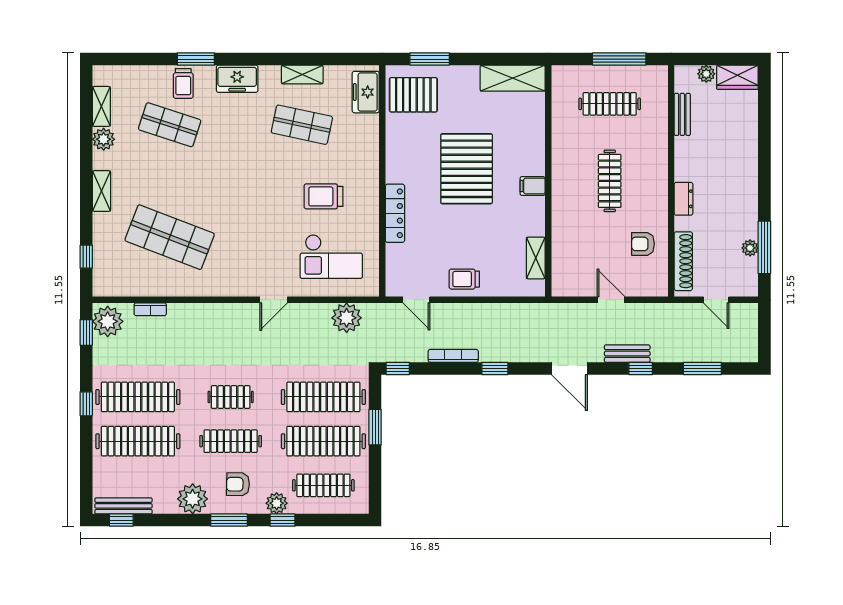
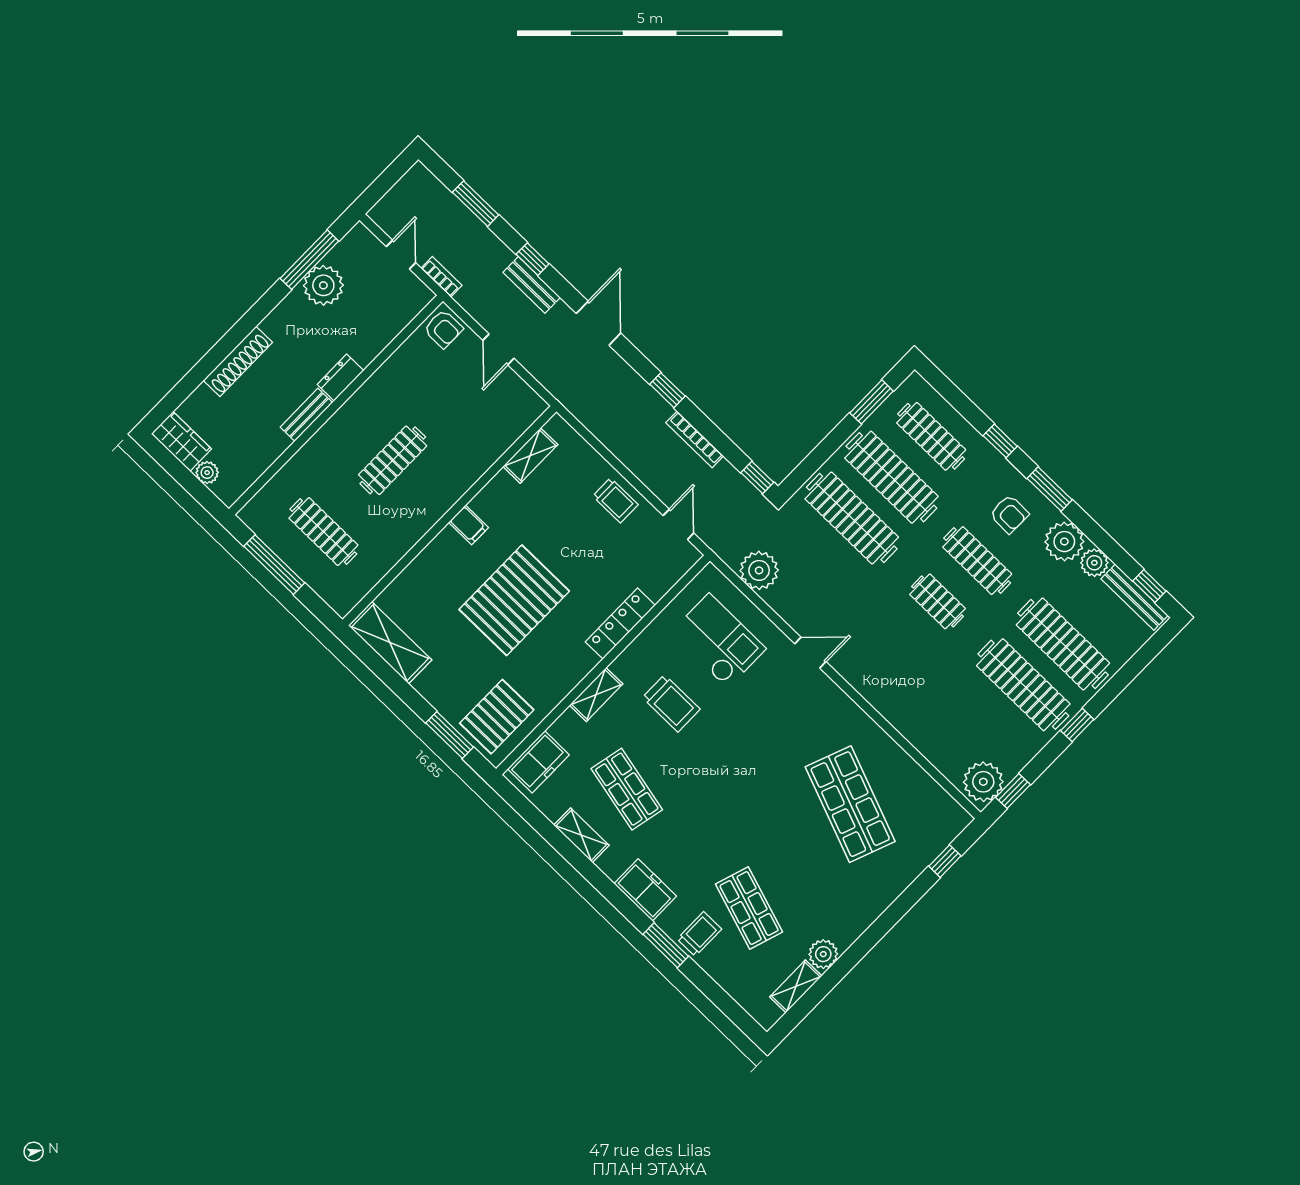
pallet: (413, 95) -> (497, 717), turned 90
bench: (682, 114) -> (306, 415), moved
shelving: (101, 191) -> (596, 695), moved
armchair: (643, 244) -> (443, 329), moved
plant: (750, 248) -> (323, 285), width x1.88, depth x1.88
shoe rack: (683, 261) -> (238, 361), moved, turned 180
bookcase: (150, 309) -> (441, 277), moved
window: (375, 427) -> (872, 402), moved
plant: (277, 503) -> (1094, 563), moved

